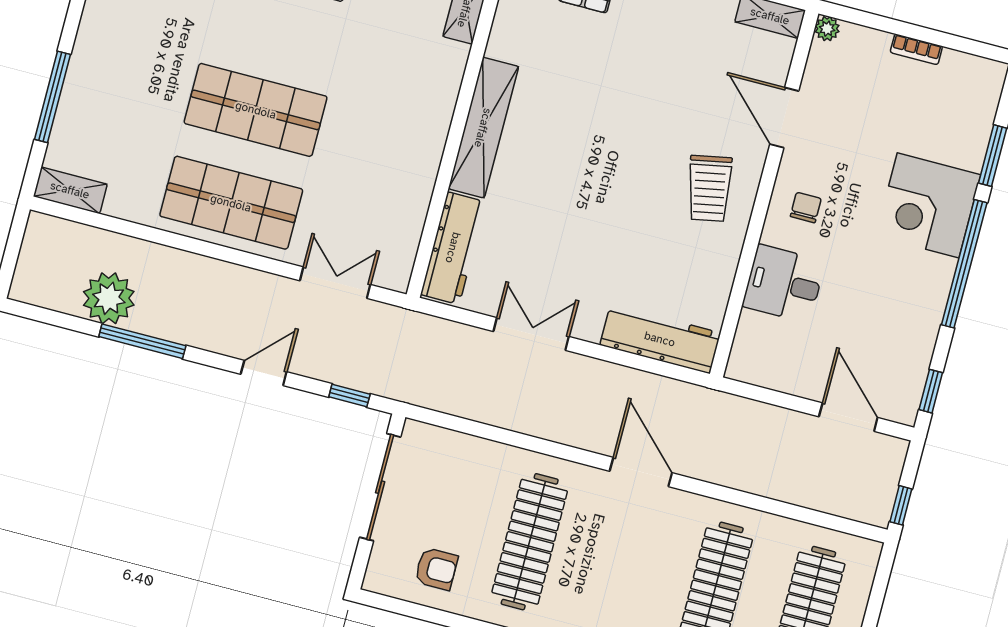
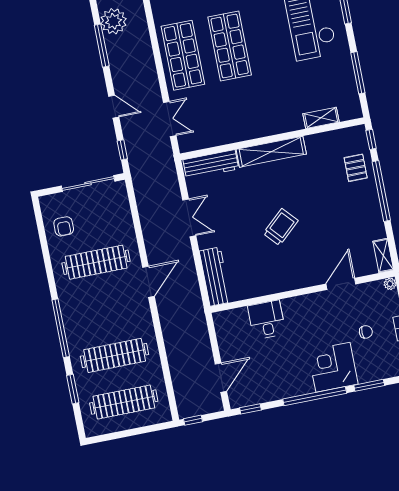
trolley: (709, 188) -> (281, 227), moved, turned 149
chair: (806, 208) -> (366, 332), moved
door: (641, 472) -> (148, 282), moved

